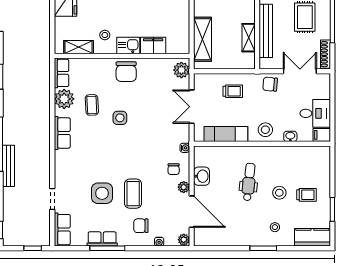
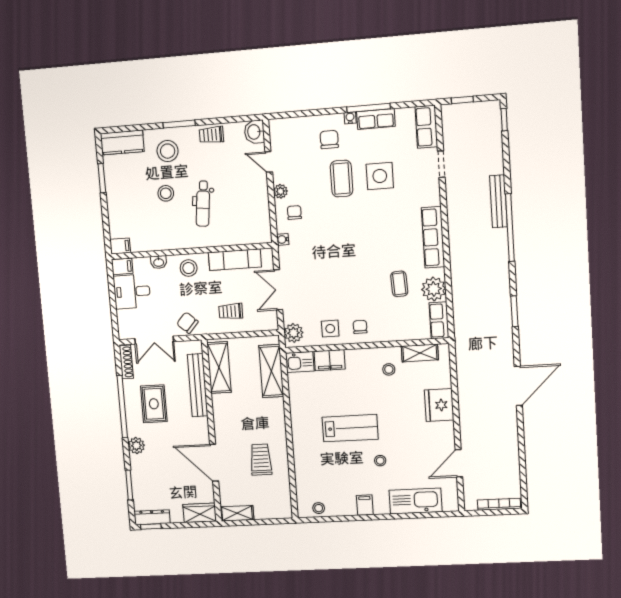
shelving: (249, 38) -> (219, 368), width x1.50, depth x1.33
kitchen sink: (128, 46) -> (300, 362), moved
chair: (126, 72) -> (360, 327), width x0.54, depth x0.54
chair: (270, 84) -> (187, 323), turned -143
double door: (192, 107) -> (278, 290), swing flipped
side table: (120, 118) -> (330, 329), moved
row of seats: (62, 133) -> (433, 237), width x1.48
filing cabinet: (322, 152) -> (120, 246), added
washbasin: (202, 176) -> (254, 132), moved
trolley: (306, 195) -> (211, 135), moved
door: (192, 212) -> (269, 162), width x0.53
chair: (141, 226) -> (329, 140), turned -90
stool: (275, 227) -> (168, 151), width x1.89, depth x1.89
plant: (184, 240) -> (276, 127), removed
water cooler: (159, 242) -> (350, 118), moved

